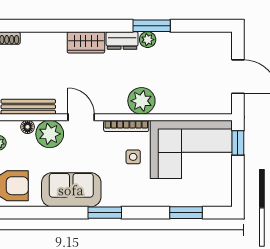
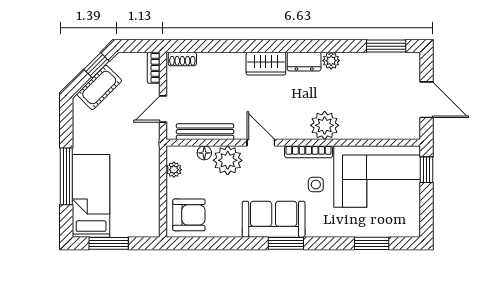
window: (152, 26) -> (386, 46), moved
sofa: (71, 190) -> (274, 219), moved

